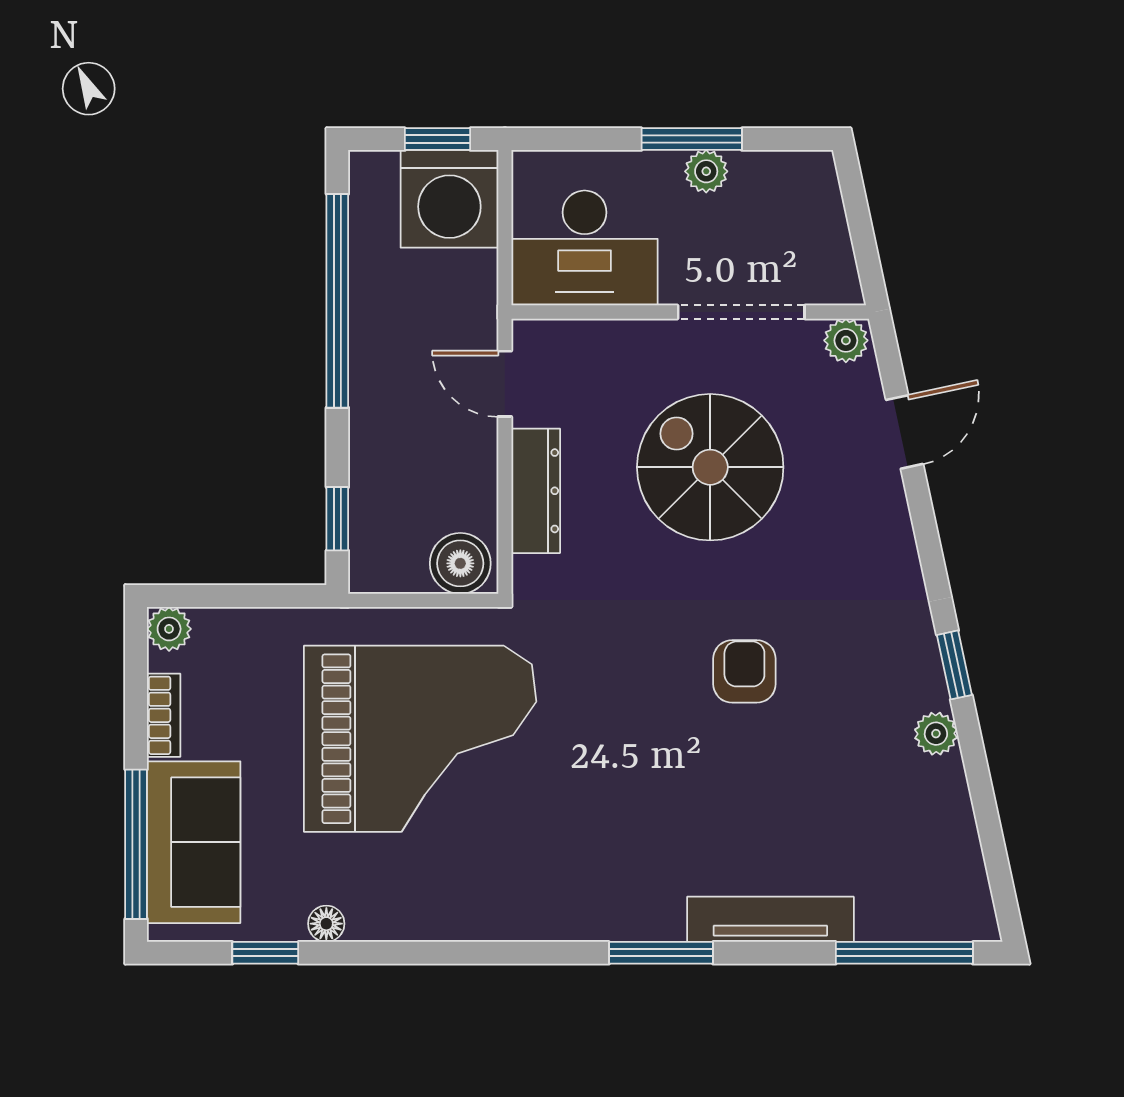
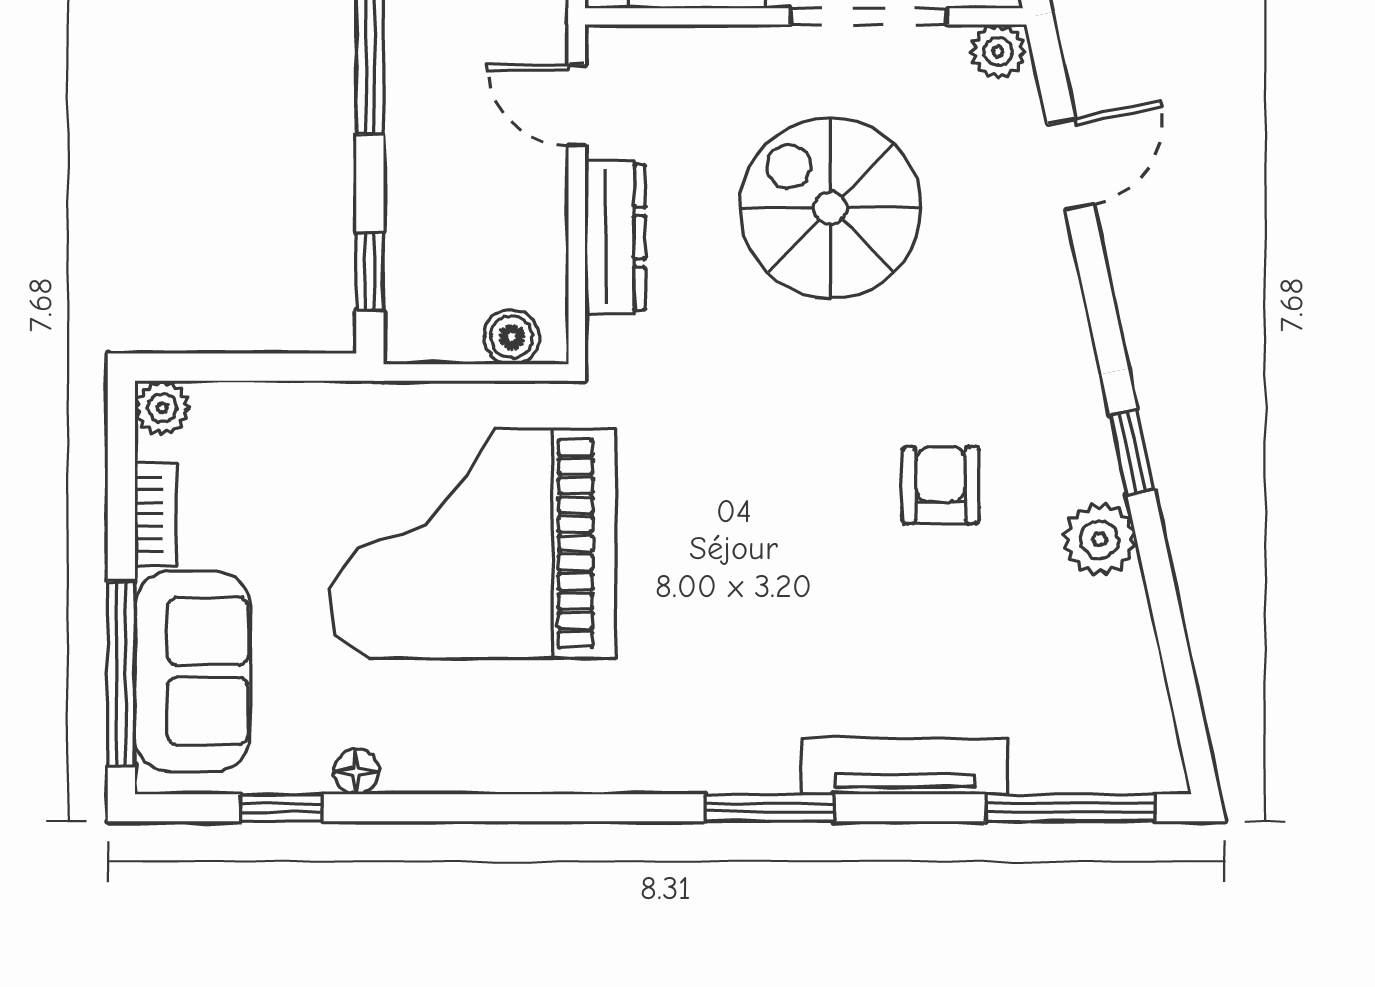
boiler: (460, 563) -> (512, 337), width x0.73, depth x0.73
armchair: (744, 671) -> (941, 485), moved
plant: (936, 734) -> (1099, 539), width x1.38, depth x1.38
grand piano: (420, 739) -> (472, 543), turned 180

